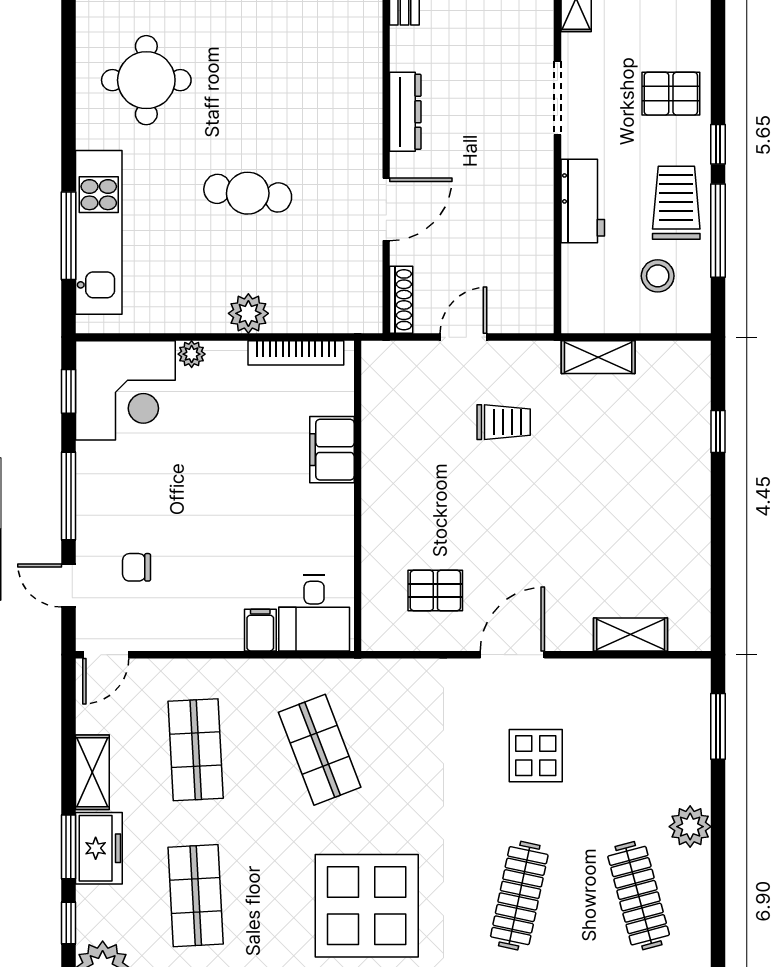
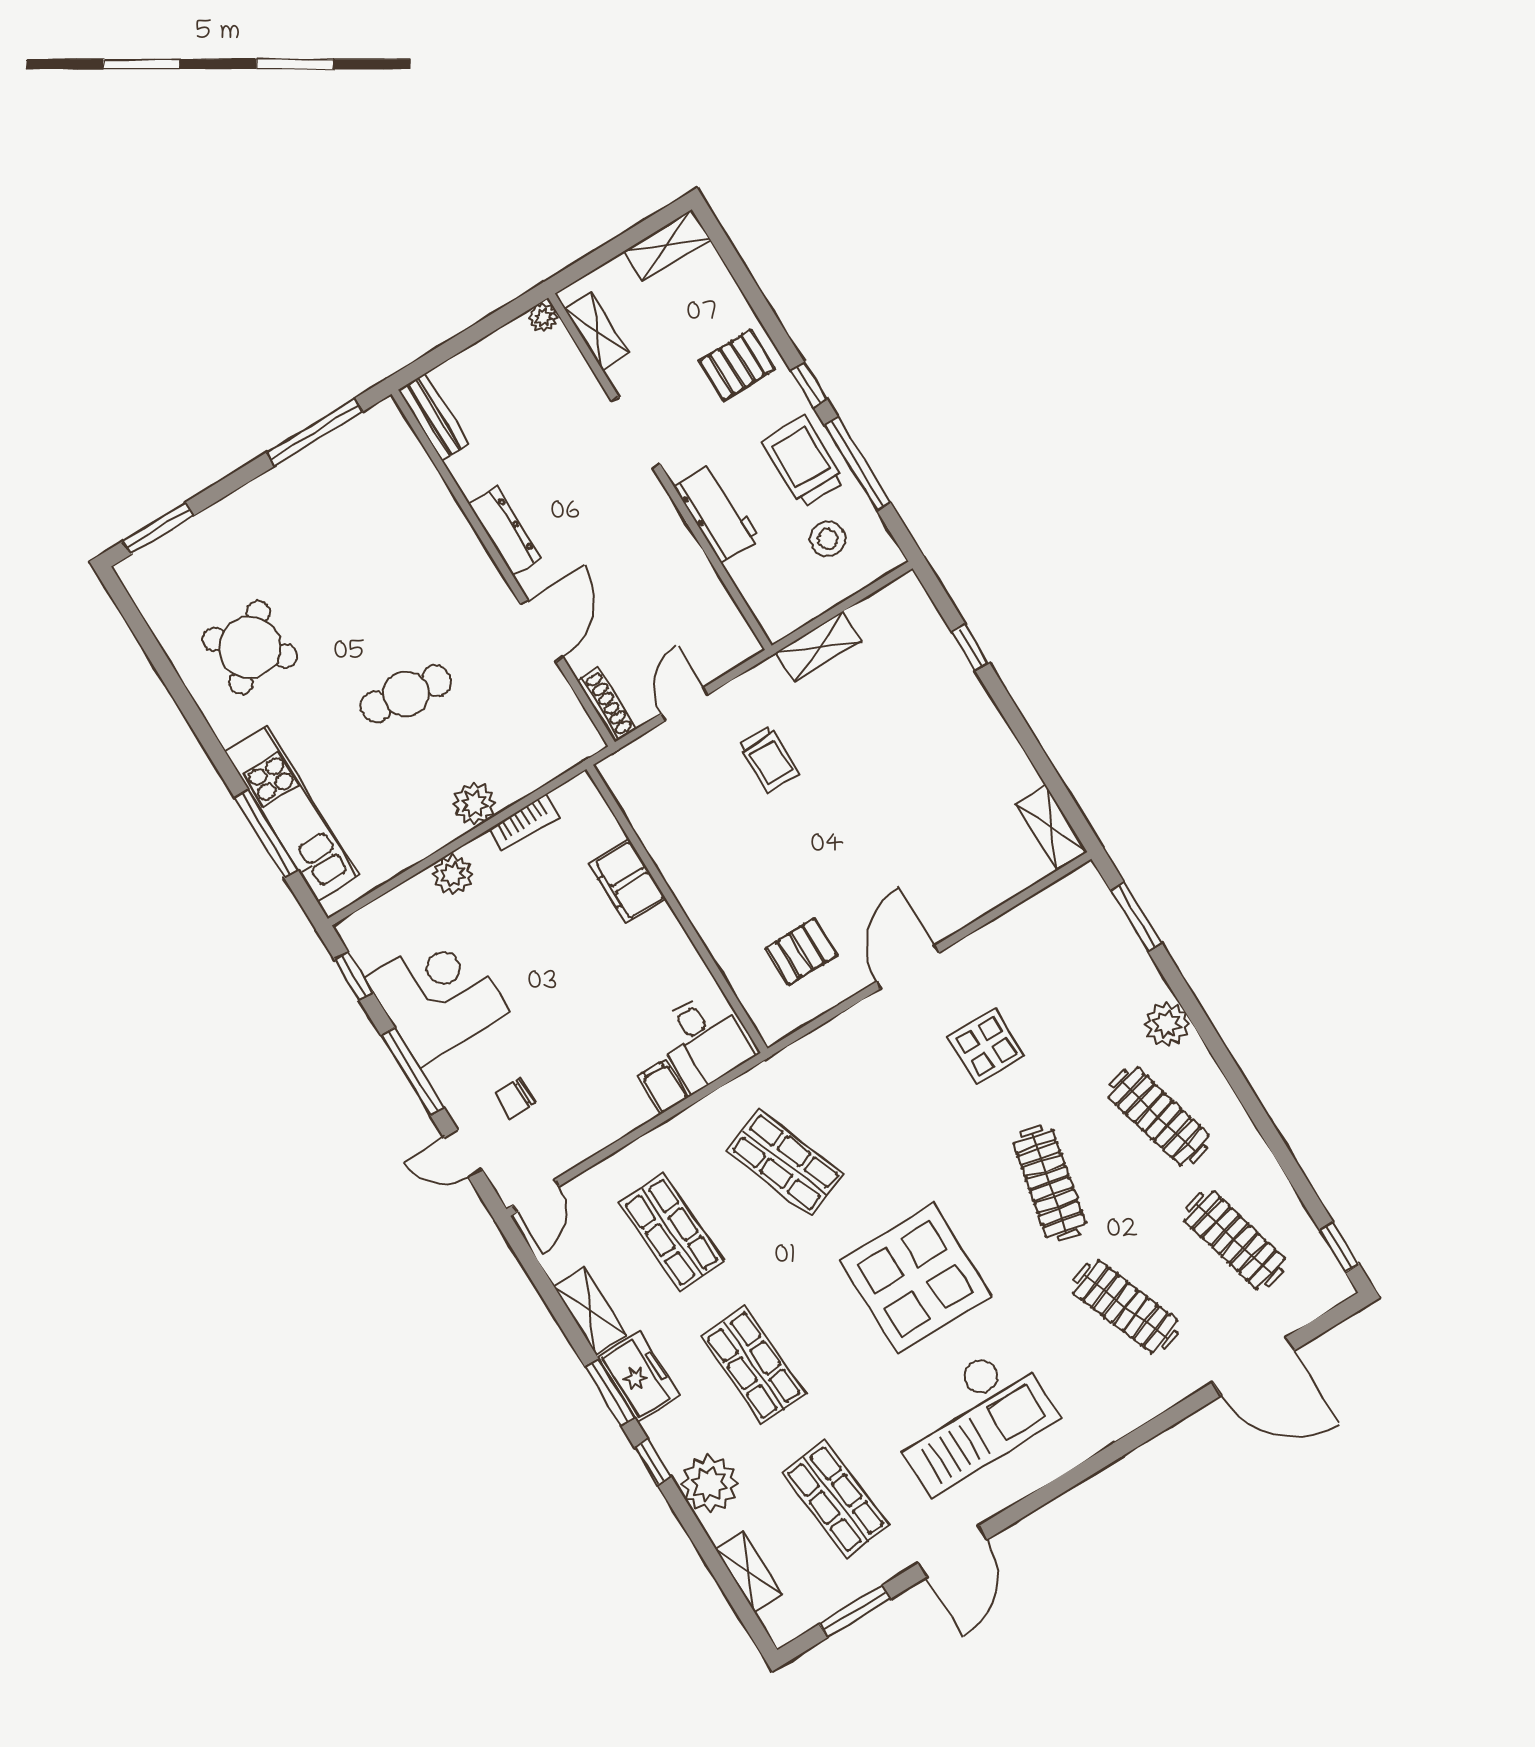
round table: (146, 80) -> (250, 648), turned 45
bookcase: (296, 353) -> (524, 822), width x0.64
plant: (192, 354) -> (453, 874), width x1.38, depth x1.38
corner desk: (125, 390) -> (437, 995), moved, turned -90
trolley: (504, 422) -> (769, 759), turned 90
shelving: (631, 635) -> (1051, 828), moved, turned 90

